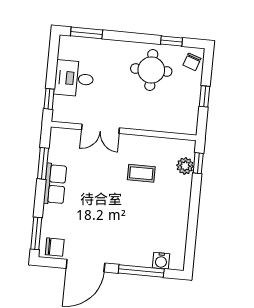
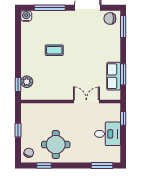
coffee table: (141, 173) -> (54, 50), moved
row of seats: (55, 184) -> (114, 76), moved
water cooler: (161, 261) -> (26, 16), moved

